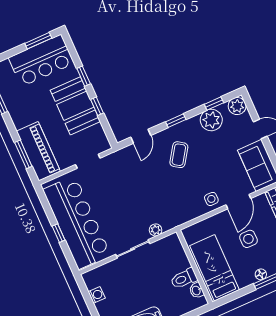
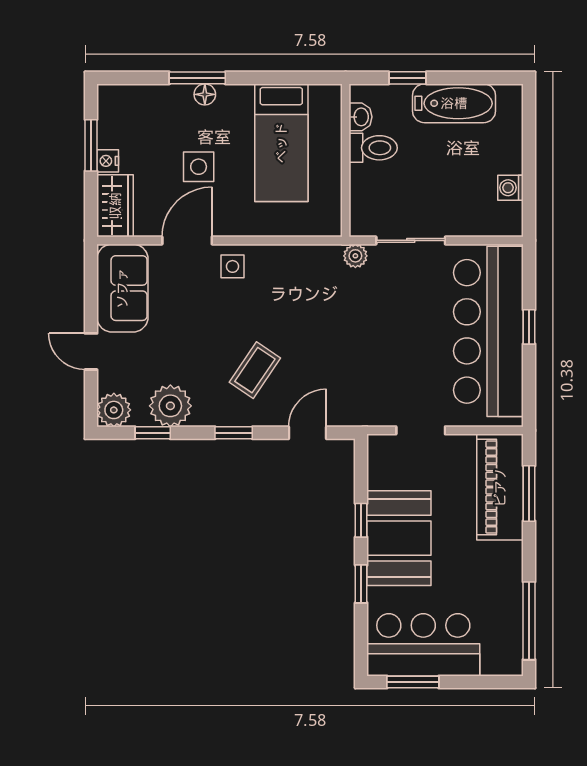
wall: (194, 267) -> (346, 160), moved
toilet: (184, 278) -> (373, 148), moved
washbasin: (197, 290) -> (360, 117), moved

